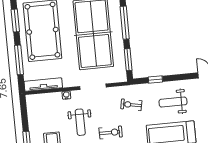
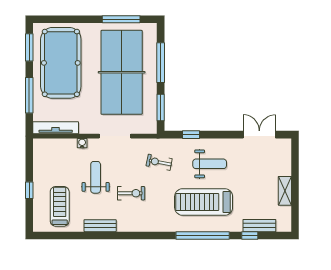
weight bench: (173, 102) -> (210, 164), turned 180
weight bench: (80, 122) -> (96, 177), turned 180

